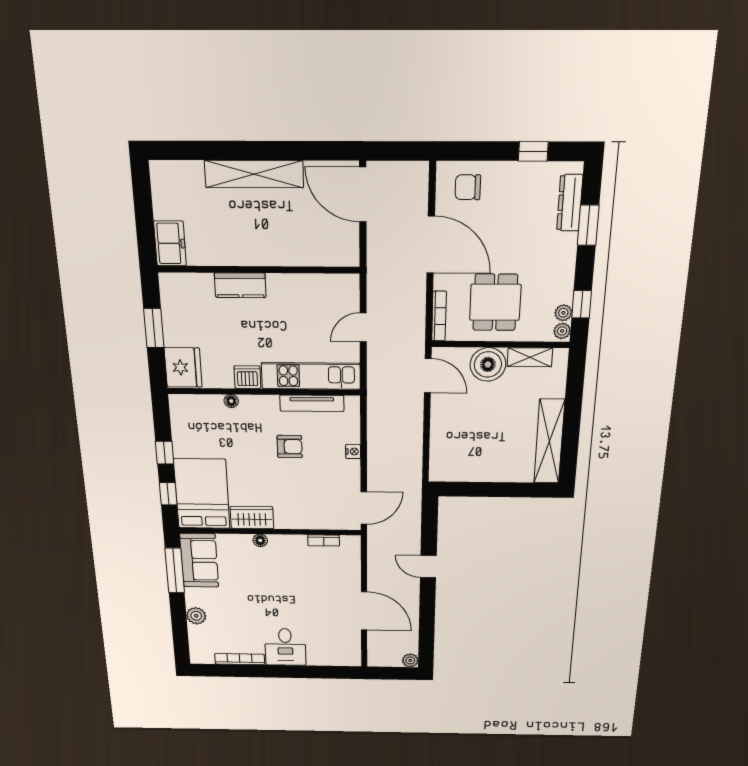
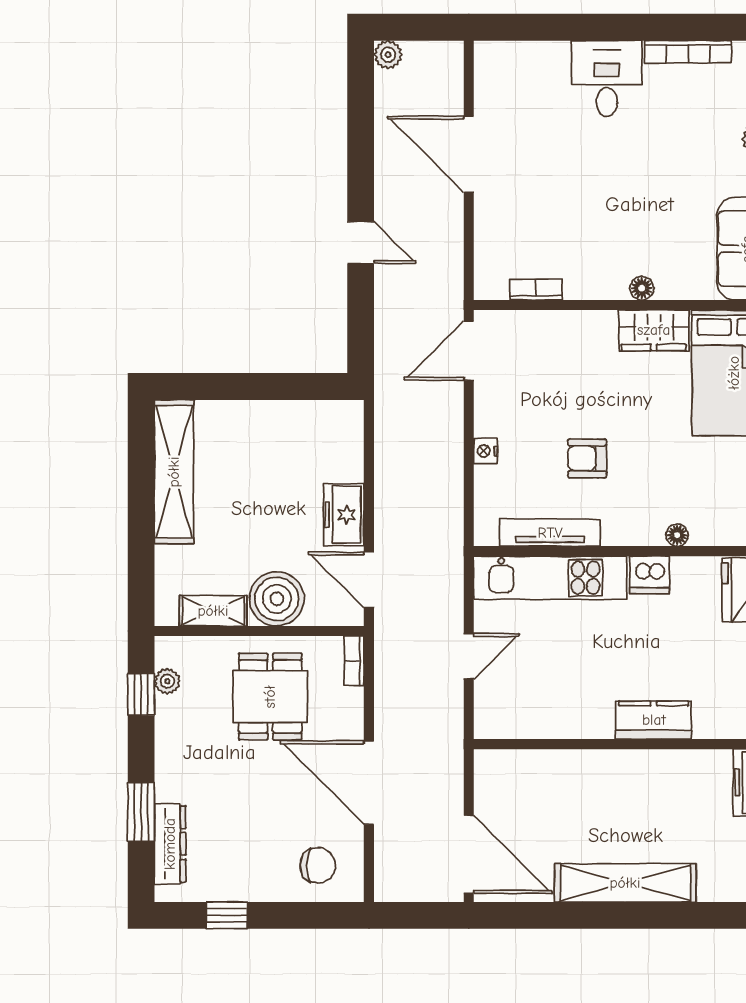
bookcase: (439, 316) -> (354, 661), width x0.64
plant: (562, 331) -> (167, 653), removed
freezer: (443, 415) -> (344, 515), added

